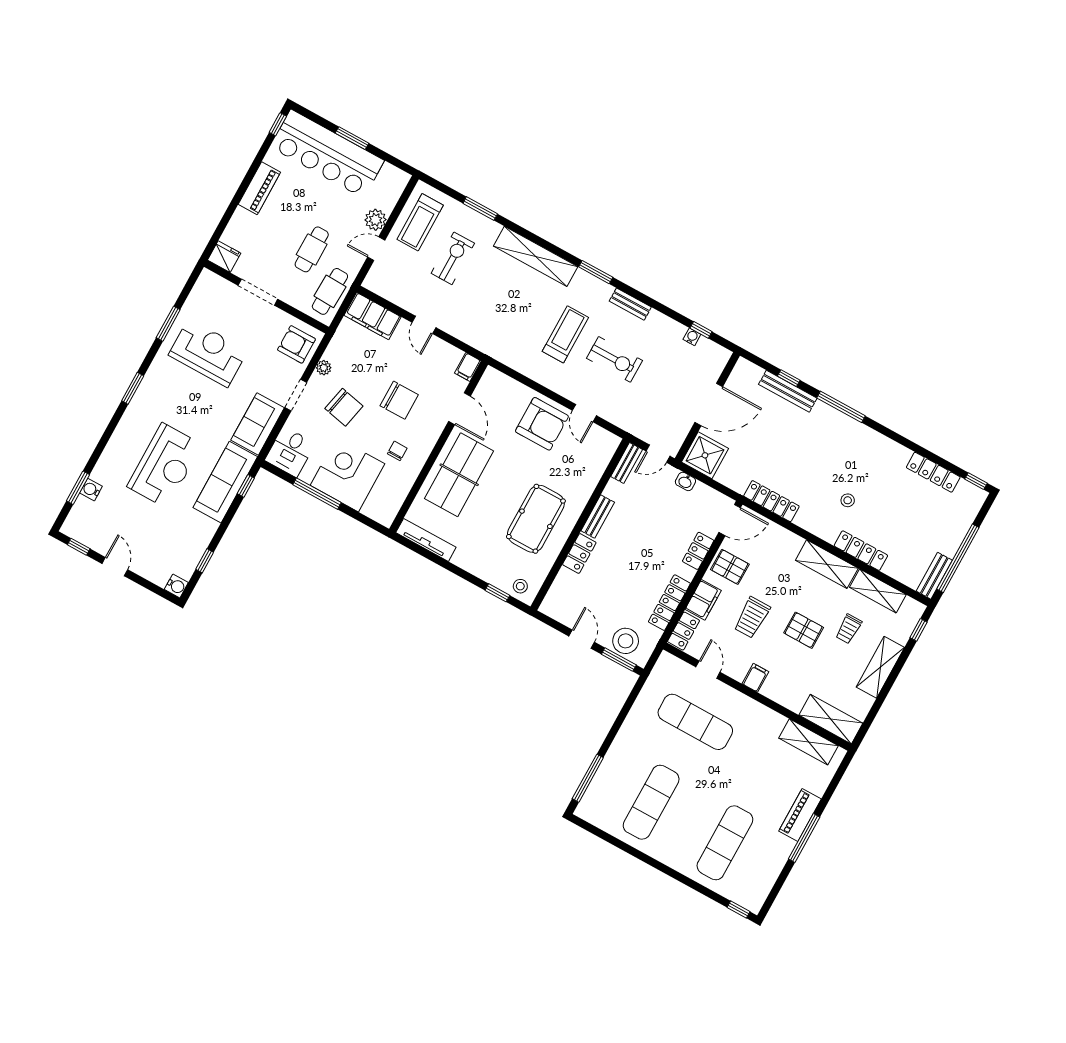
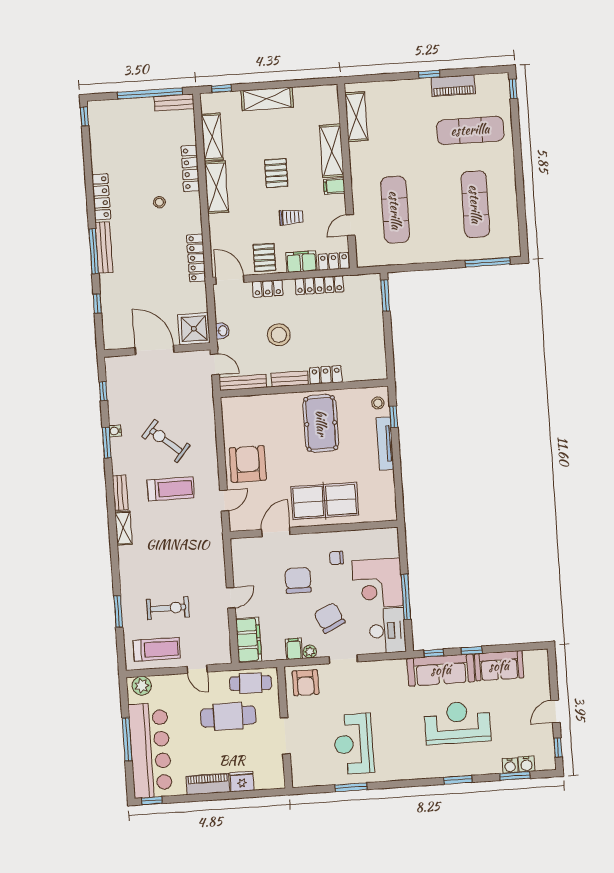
window: (352, 138) -> (127, 739), width x1.44
plant: (375, 220) -> (142, 686), moved
cafe table: (312, 249) -> (228, 716), width x1.37, depth x1.35
shelving: (536, 256) -> (123, 528), width x0.45, depth x0.75
fridge: (224, 257) -> (242, 781), moved, turned 90
exercise bike: (453, 258) -> (168, 608), turned 180
window: (596, 272) -> (107, 443), moved
bench: (630, 304) -> (120, 493), moved
treadmill: (565, 334) -> (171, 489), turned 180
water cooler: (692, 337) -> (115, 431), moved
exercise bike: (615, 359) -> (166, 441), turned -50
filing cabinet: (468, 367) -> (294, 649), moved, turned -90
window: (133, 388) -> (458, 780), moved
bench: (788, 391) -> (104, 247), moved
chair: (344, 407) -> (329, 618), turned -37
door: (584, 413) -> (224, 501), moved
sofa: (258, 424) -> (499, 666), moved
desk: (290, 452) -> (387, 631), width x1.37
bench: (627, 463) -> (243, 382), width x1.36
locker: (933, 472) -> (101, 197), moved
pool table: (536, 519) -> (321, 423), turned 90
tv unit: (426, 540) -> (385, 443), moved
window: (205, 561) -> (472, 650), moved
water cooler: (176, 586) -> (527, 764), moved, turned 180
trolley: (752, 617) -> (291, 217), width x0.73, depth x0.72
trolley: (849, 629) -> (254, 141), removed
door: (582, 639) -> (388, 333), removed
stool: (626, 641) -> (279, 335), moved
shelving: (831, 719) -> (332, 151), moved
exercise mat: (651, 802) -> (475, 204), turned 90
piano: (800, 815) -> (453, 86), moved
window: (804, 838) -> (429, 74), width x0.46

